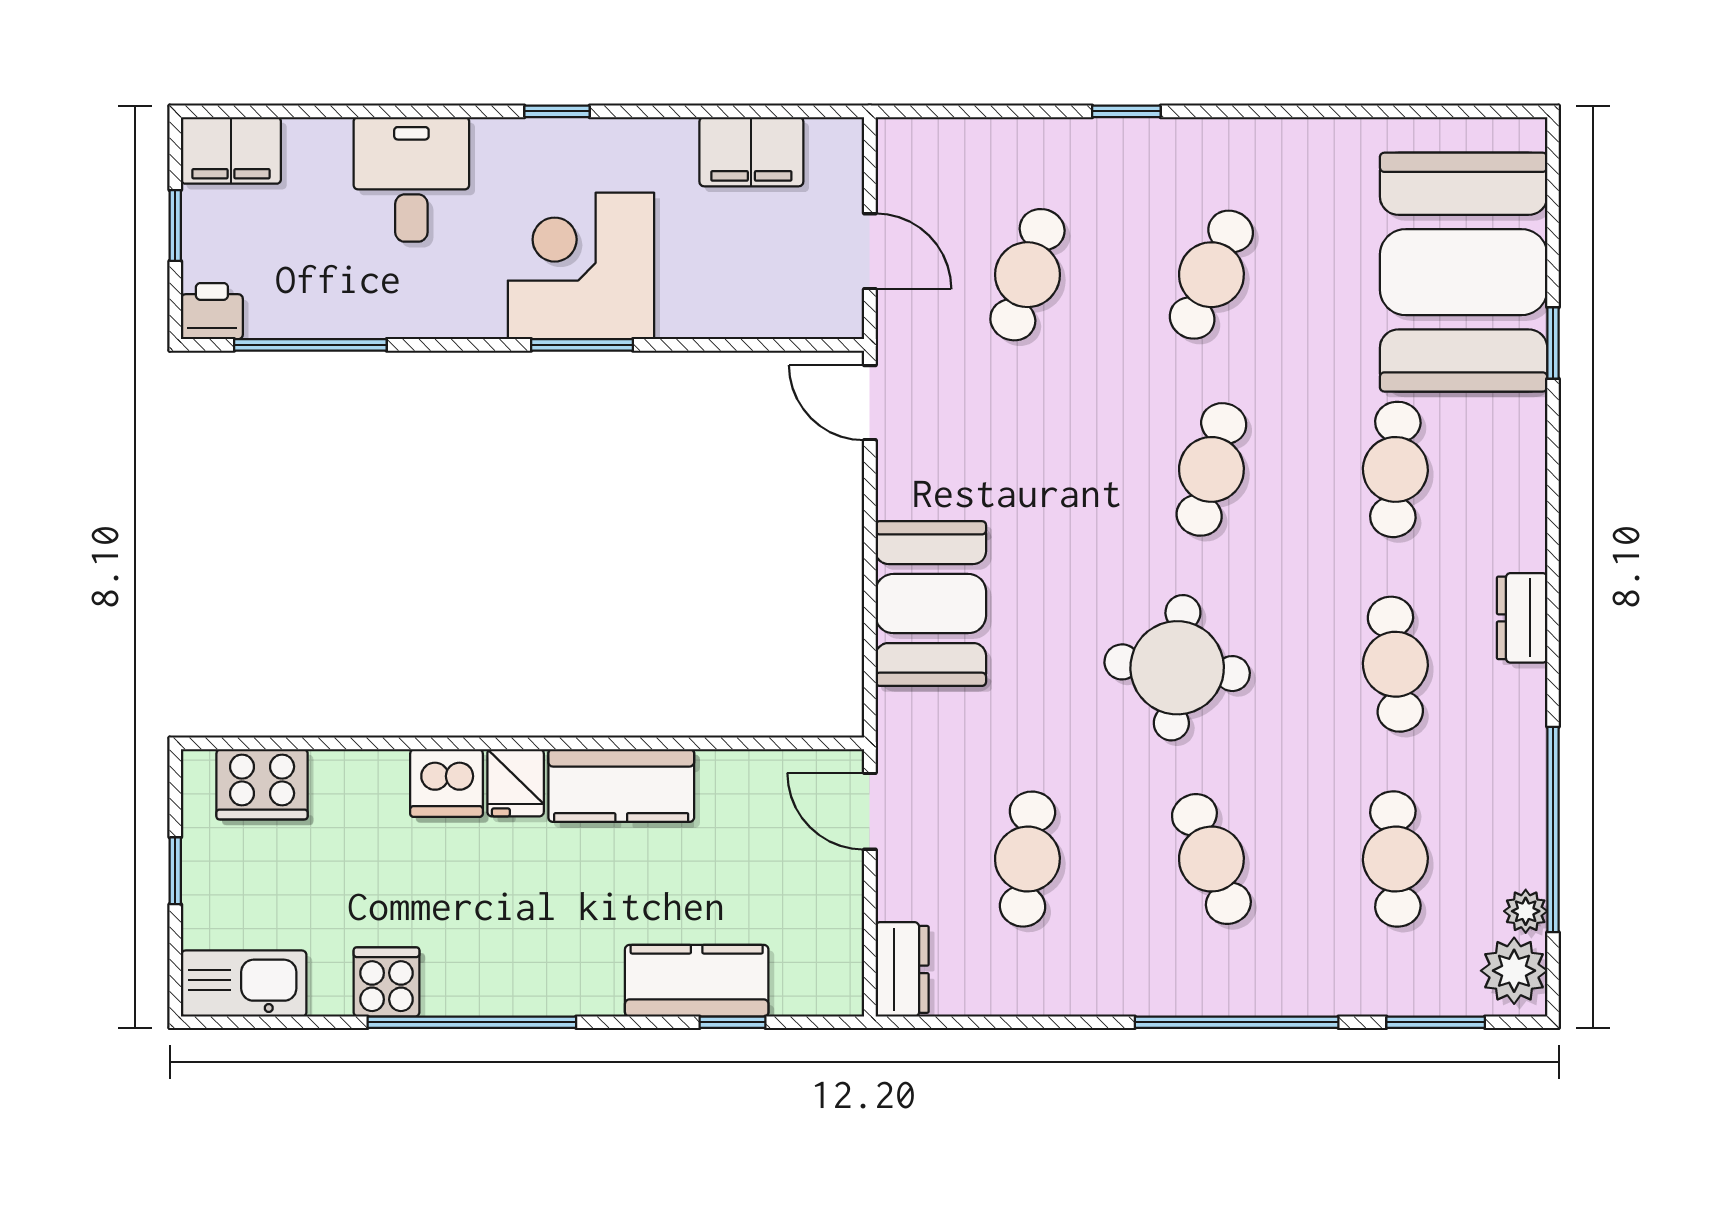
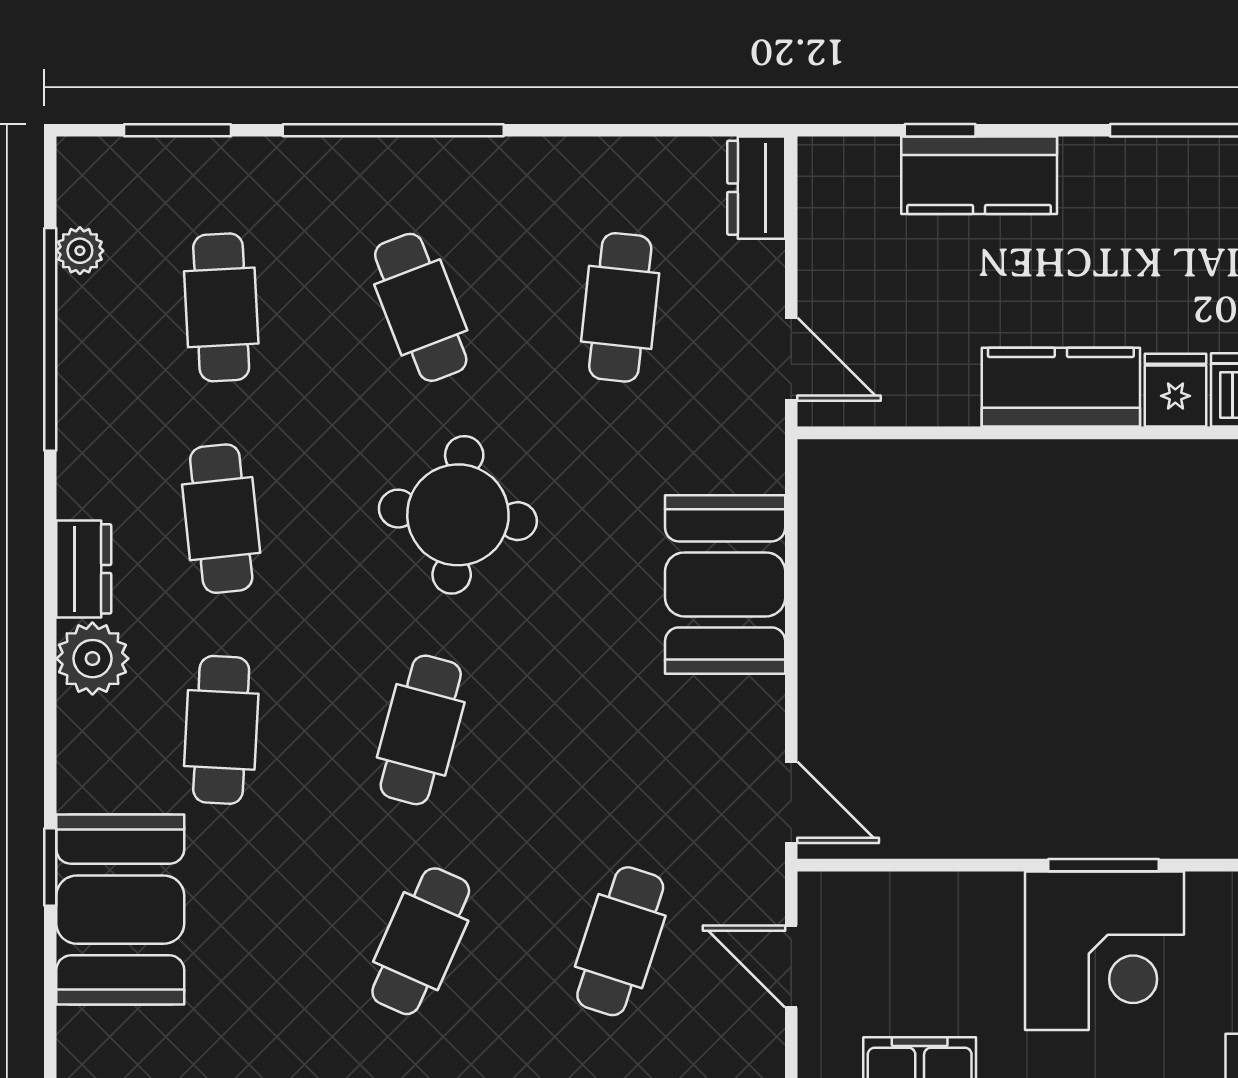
booth: (1464, 272) -> (120, 910), width x0.73, depth x0.70
plant: (1514, 971) -> (92, 659), moved

